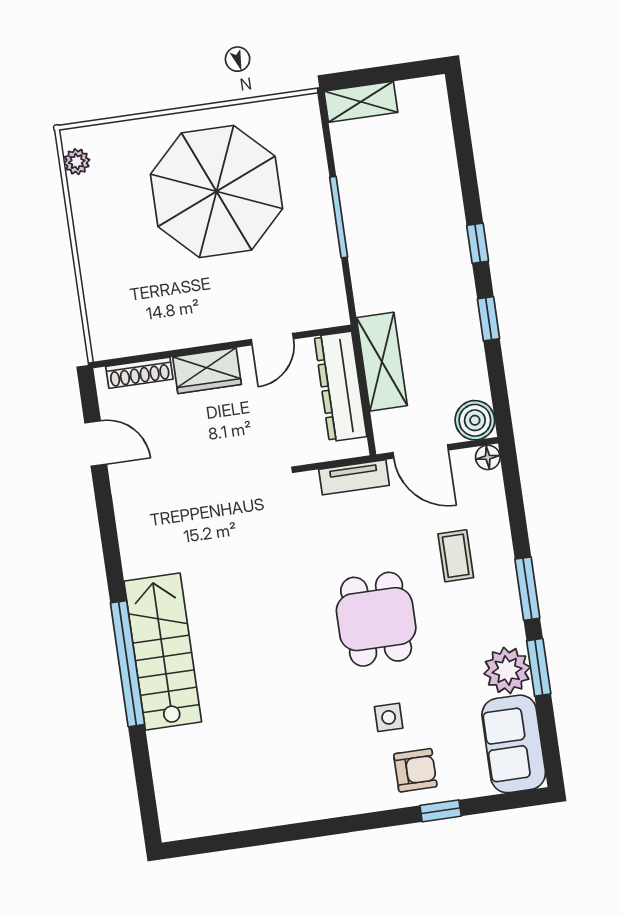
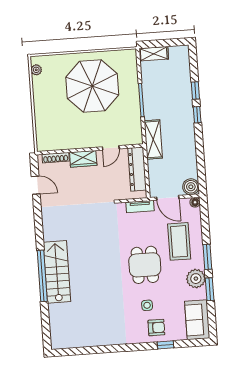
window: (489, 319) -> (195, 91), moved
shelving: (382, 362) -> (153, 139), moved
coffee table: (456, 556) -> (179, 241), width x1.86, depth x1.72
plant: (507, 670) -> (196, 279), moved

